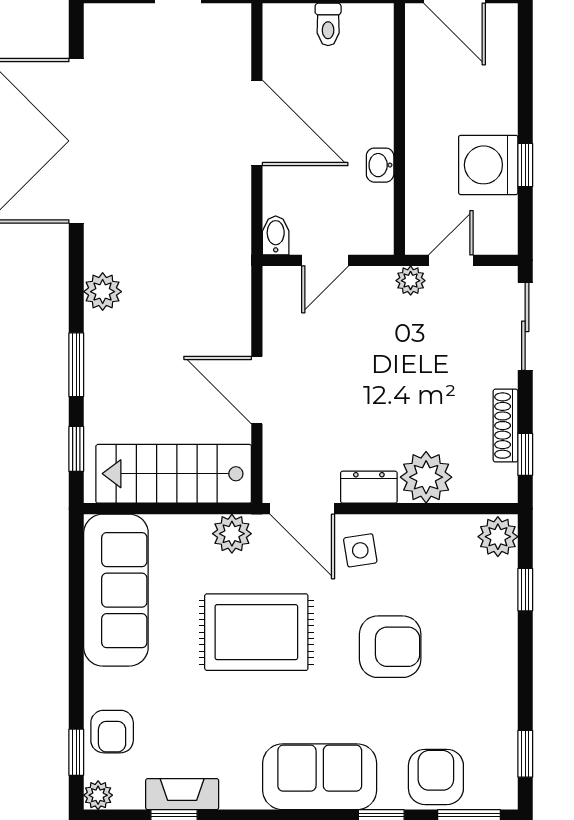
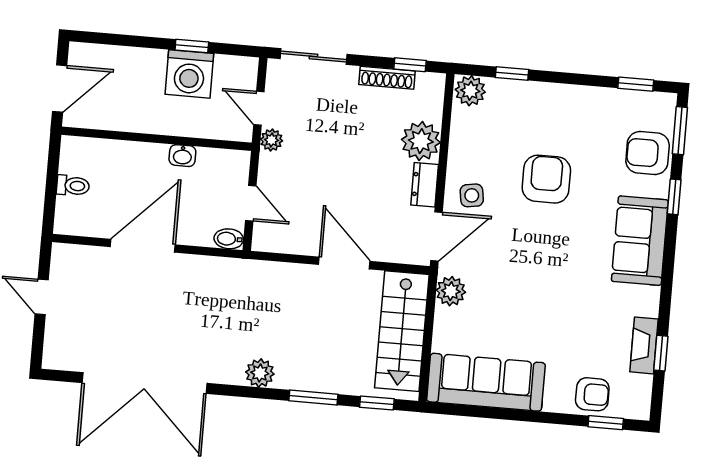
door: (257, 390) -> (344, 263), swing flipped
rug: (256, 632) -> (527, 279), removed
plant: (98, 795) -> (639, 409), removed

